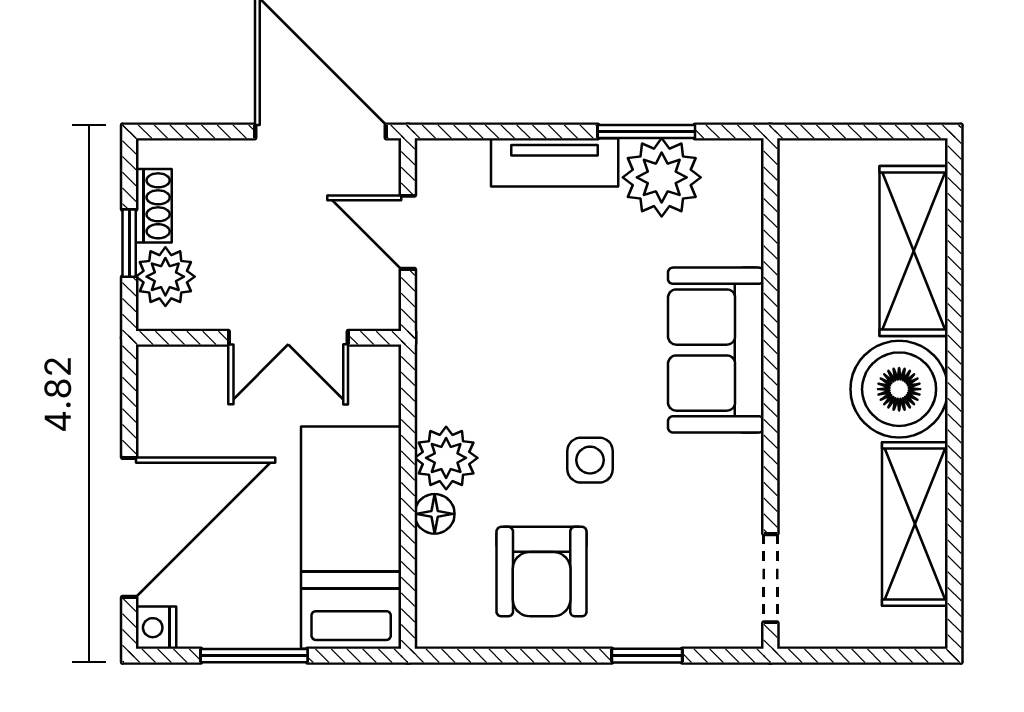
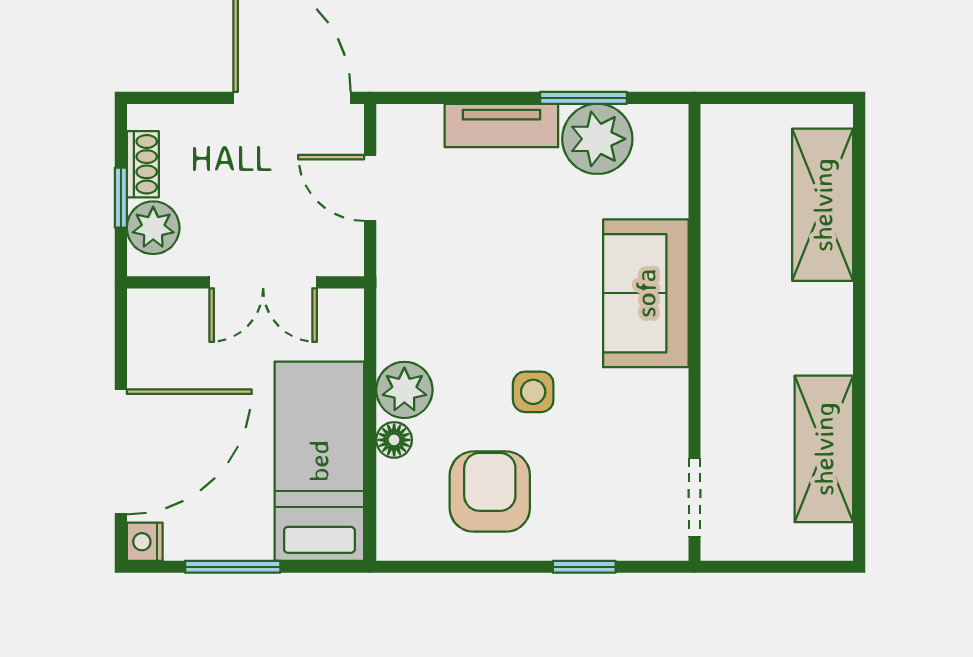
boiler: (899, 389) -> (810, 328), removed
armchair: (542, 572) -> (490, 492), turned 180

